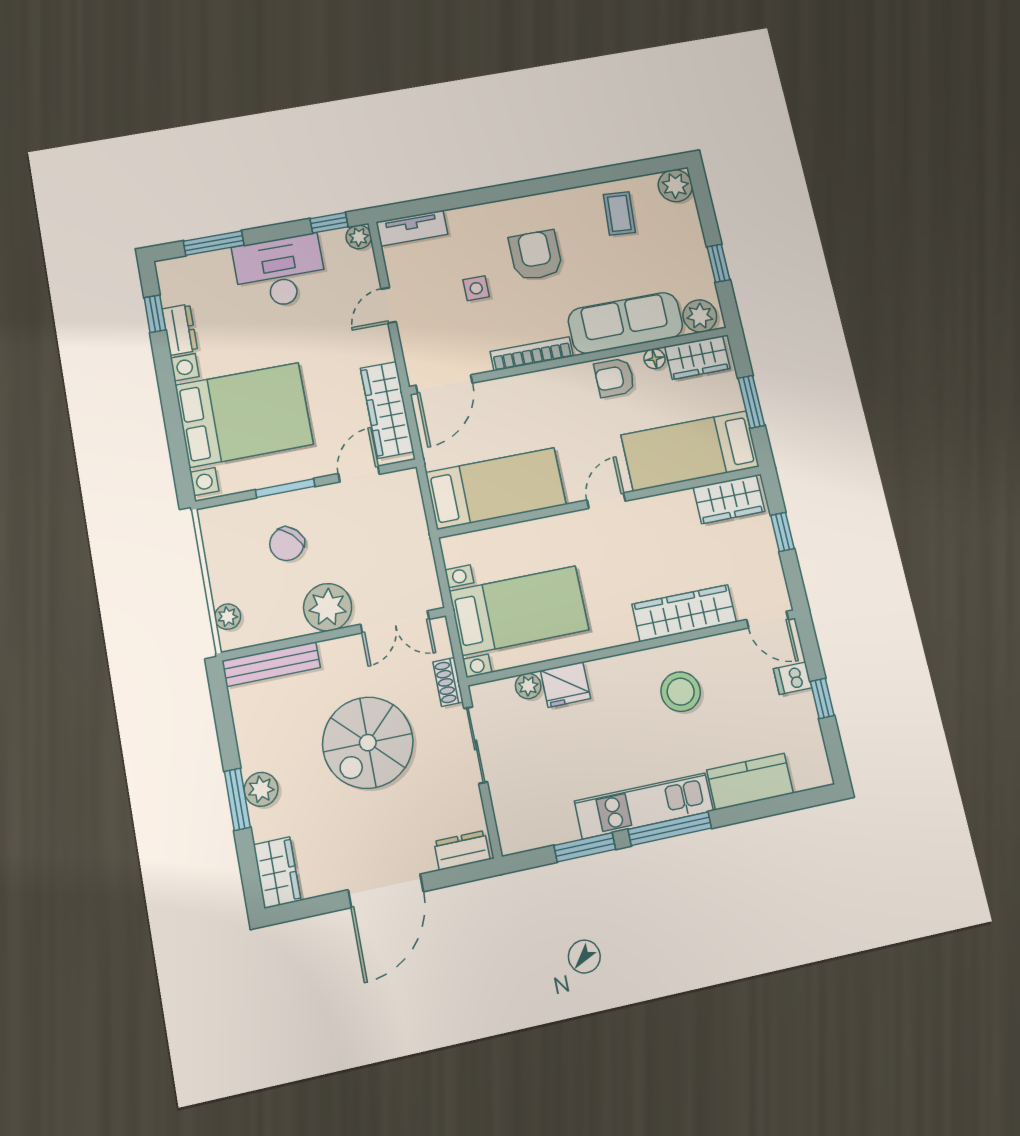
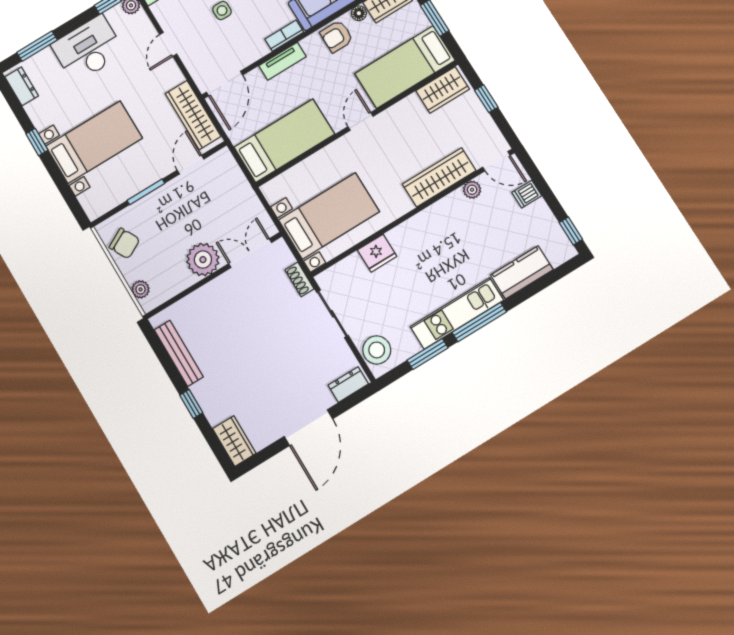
window: (155, 314) -> (37, 142), moved
dresser: (180, 330) -> (22, 86), moved
bookcase: (532, 354) -> (284, 36), width x0.64
tv unit: (532, 383) -> (283, 61), added
bed with nightstands: (244, 415) -> (94, 142), width x0.73
chair: (287, 544) -> (124, 243), moved, turned -73
double door: (395, 622) -> (250, 253), swing flipped
bench: (271, 664) -> (179, 353), moved, turned 90
plant: (528, 686) -> (472, 190), moved
stool: (681, 692) -> (377, 350), moved
window: (822, 698) -> (571, 231), moved
spiral stairs: (368, 743) -> (262, 338), removed
plant: (261, 789) -> (204, 392), removed
window: (237, 799) -> (191, 404), width x0.67

